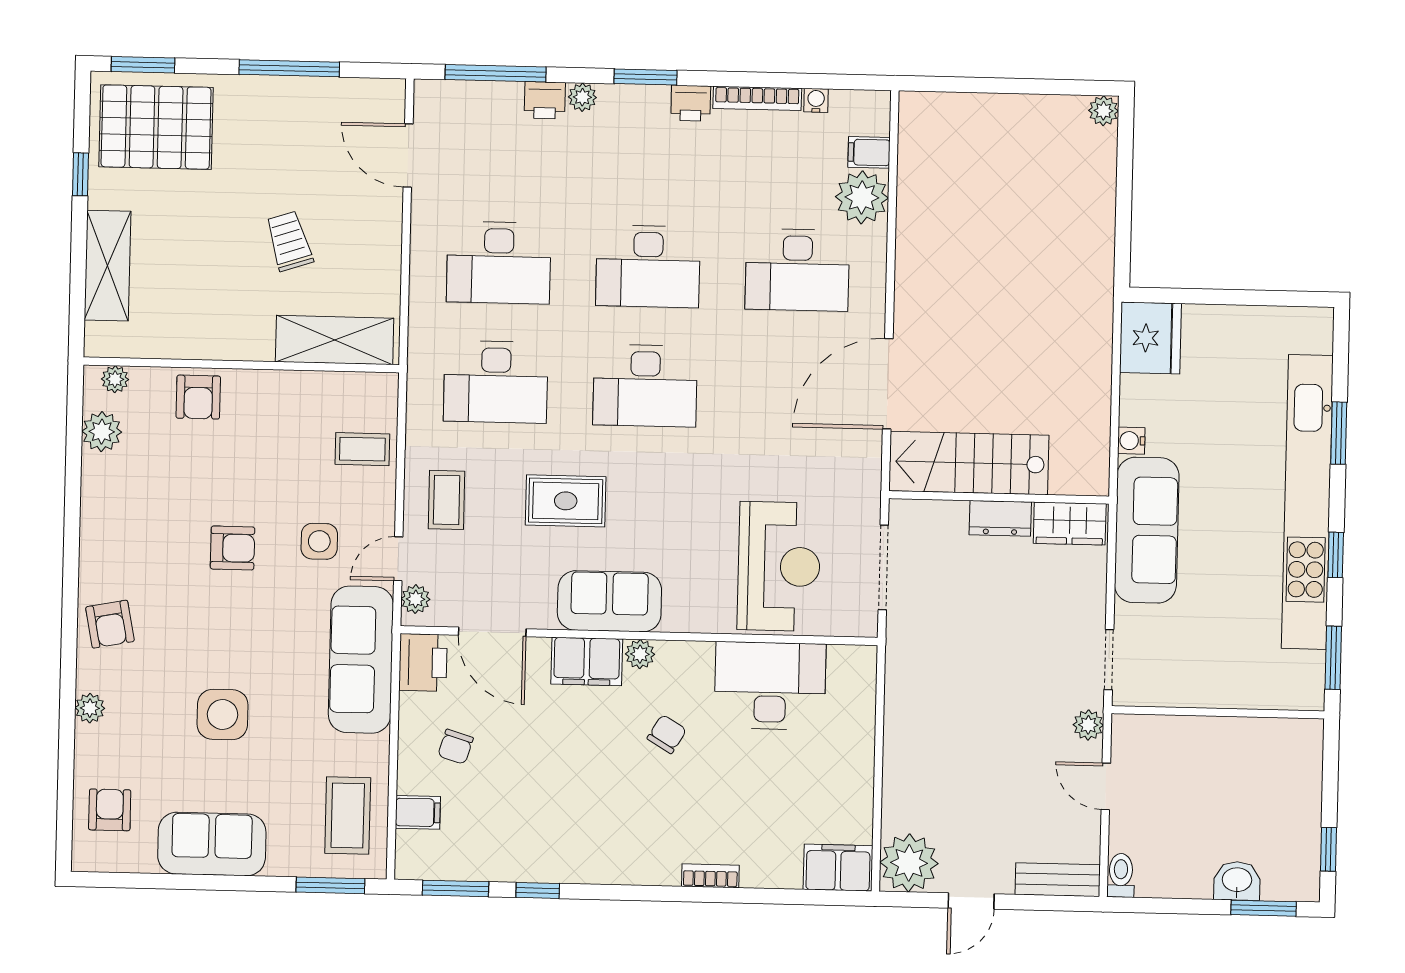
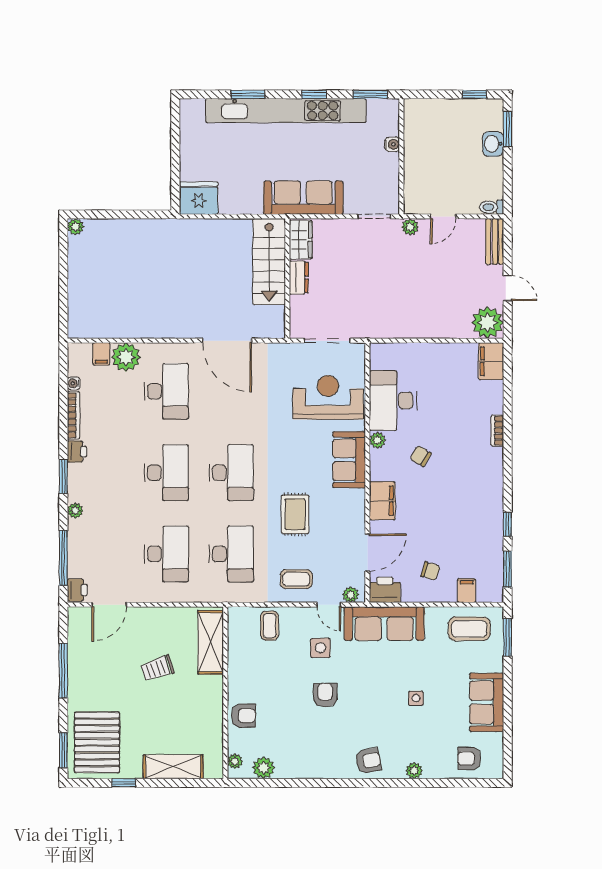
printer: (545, 100) -> (77, 590), moved
water cooler: (1131, 441) -> (392, 144), moved, turned -90
stairs: (969, 463) -> (269, 262), moved
sofa: (609, 601) -> (349, 460), moved
plant: (640, 654) -> (378, 440), moved
side table: (222, 715) -> (416, 698), width x0.54, depth x0.54

